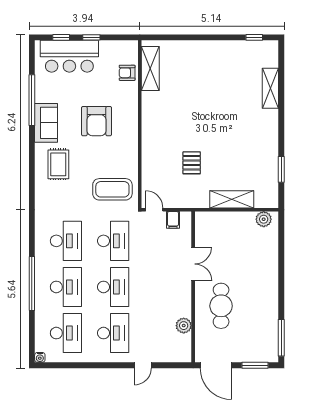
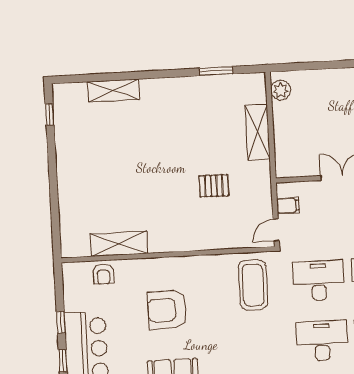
shelving: (150, 68) -> (119, 244), moved
armchair: (97, 121) -> (167, 310), turned 180
rug: (58, 164) -> (225, 356), removed

